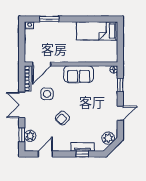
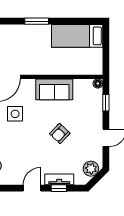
window: (49, 19) -> (37, 21), moved
armchair: (62, 118) -> (60, 134), moved
door: (45, 154) -> (32, 188), moved

